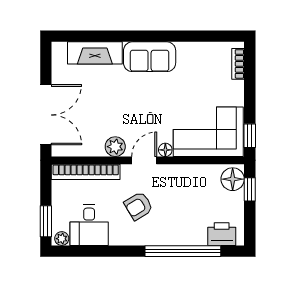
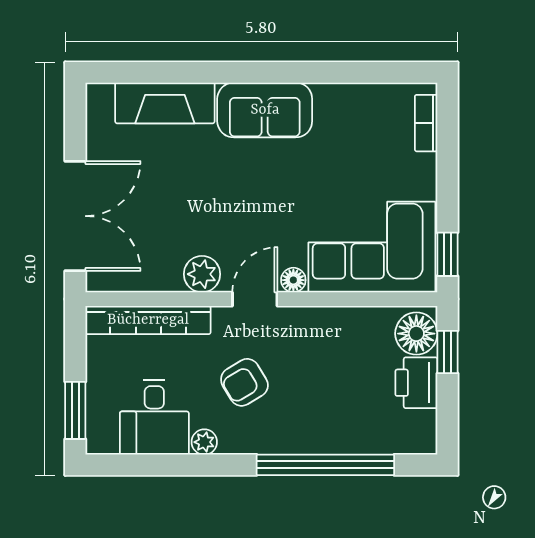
printer: (222, 234) -> (416, 383), moved, turned -90
plant: (62, 239) -> (204, 442), moved

